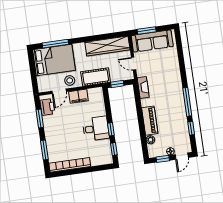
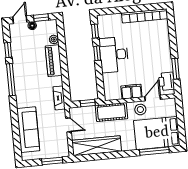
sofa: (152, 41) -> (28, 130), moved, turned 90
desk: (96, 129) -> (114, 55), width x1.37
window: (44, 150) -> (172, 34), removed

